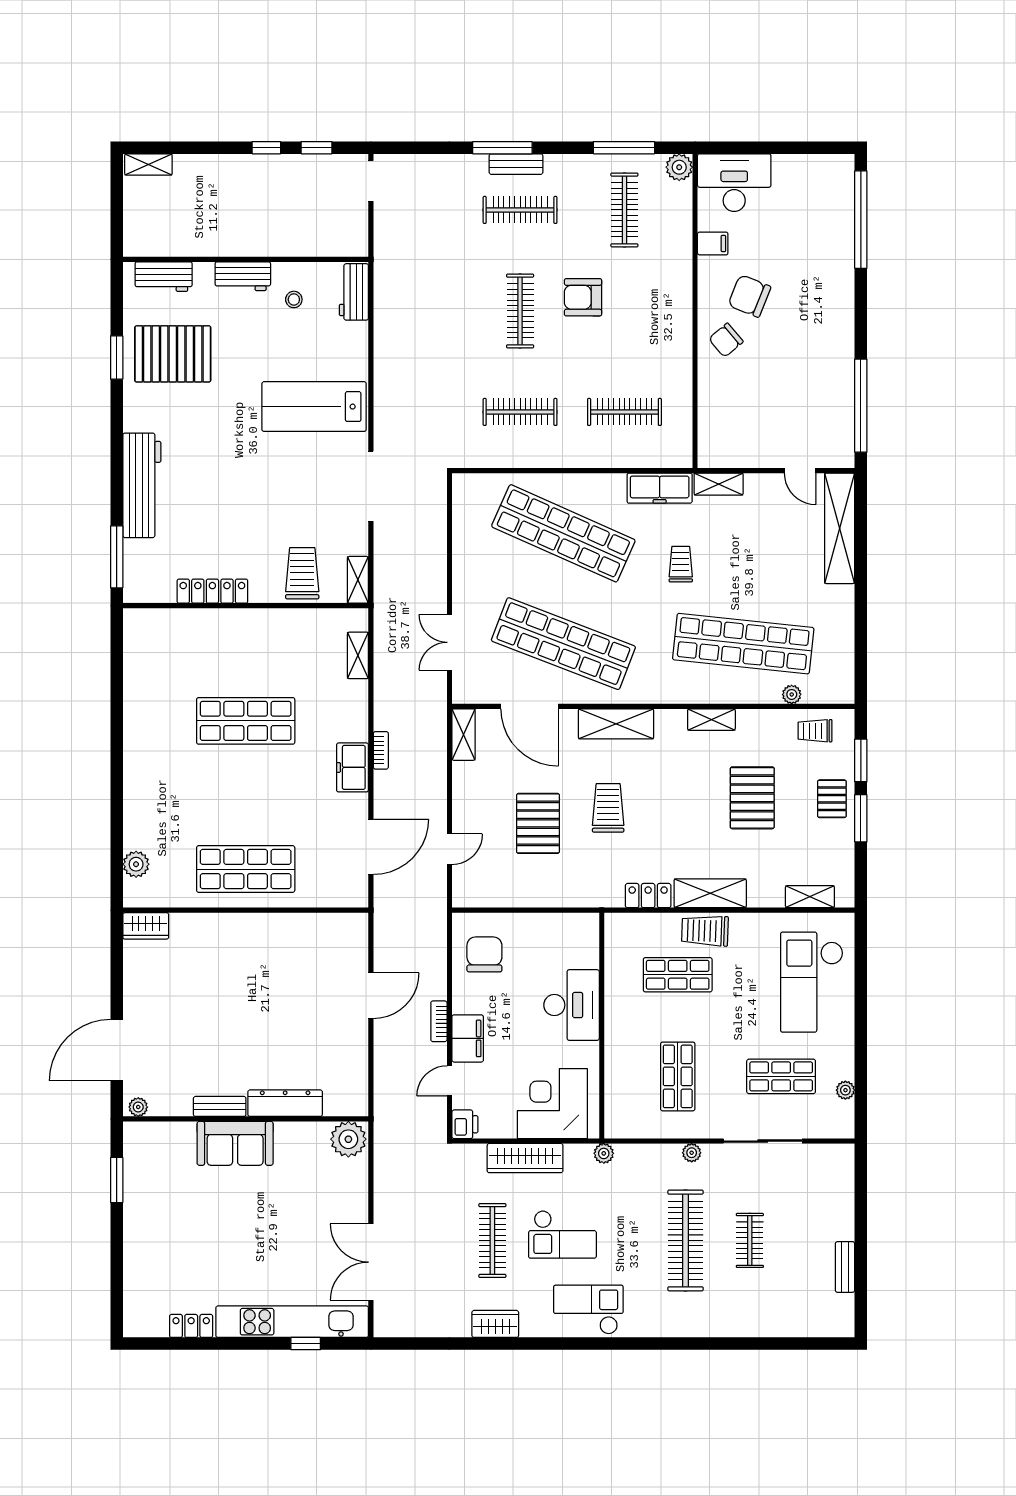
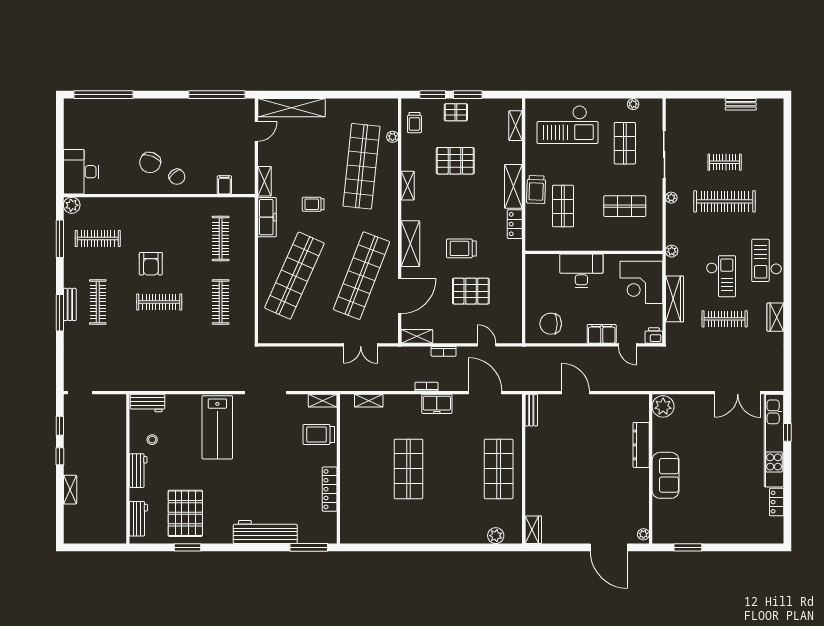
shelving: (148, 164) -> (70, 490), moved
filing cabinet: (713, 243) -> (224, 185), moved
bookcase: (439, 1021) -> (444, 351), moved
bench: (220, 1106) -> (531, 410), moved

